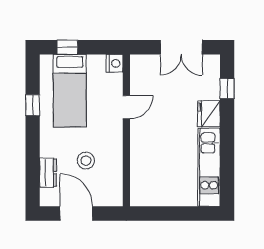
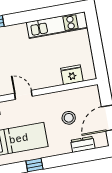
fridge: (209, 114) -> (72, 75), moved, turned 180

